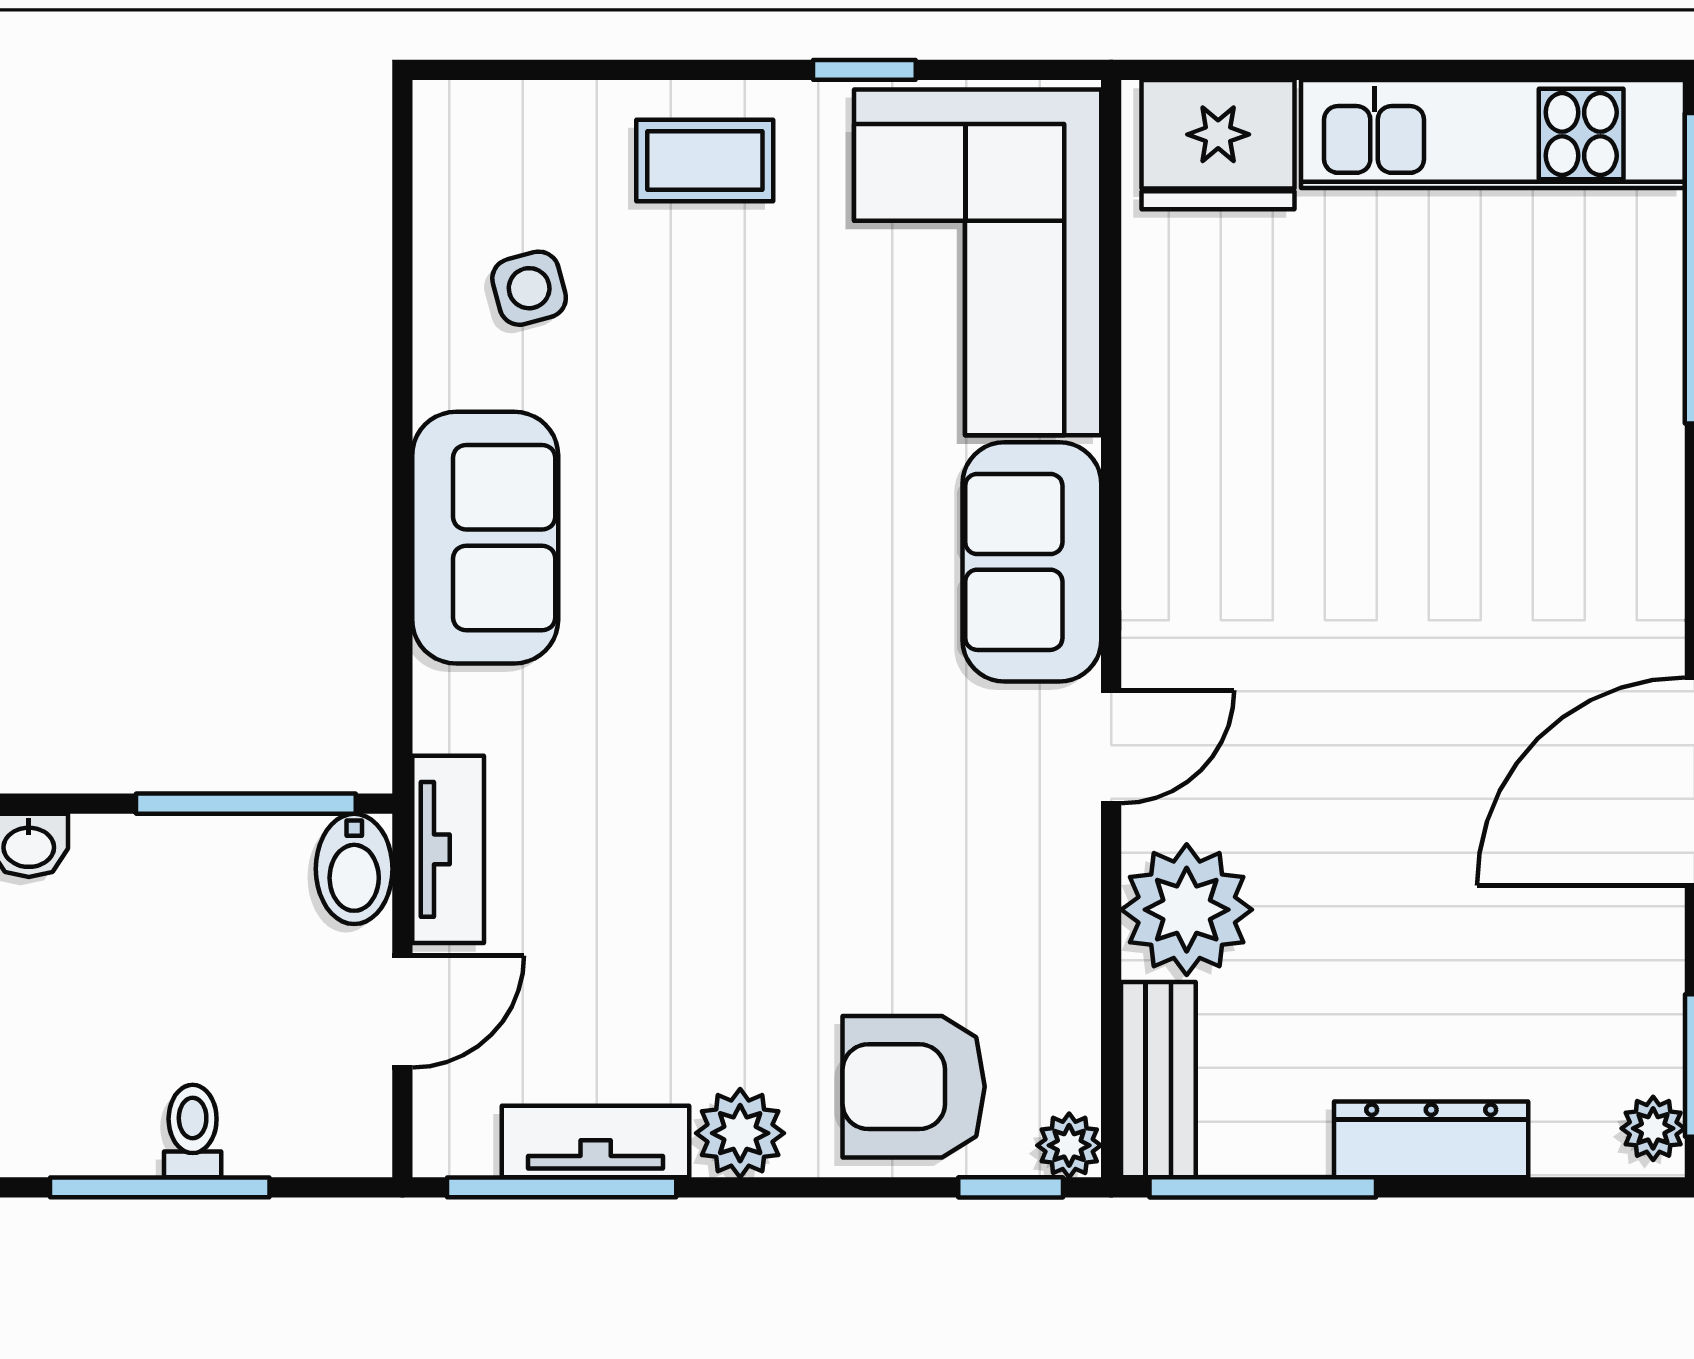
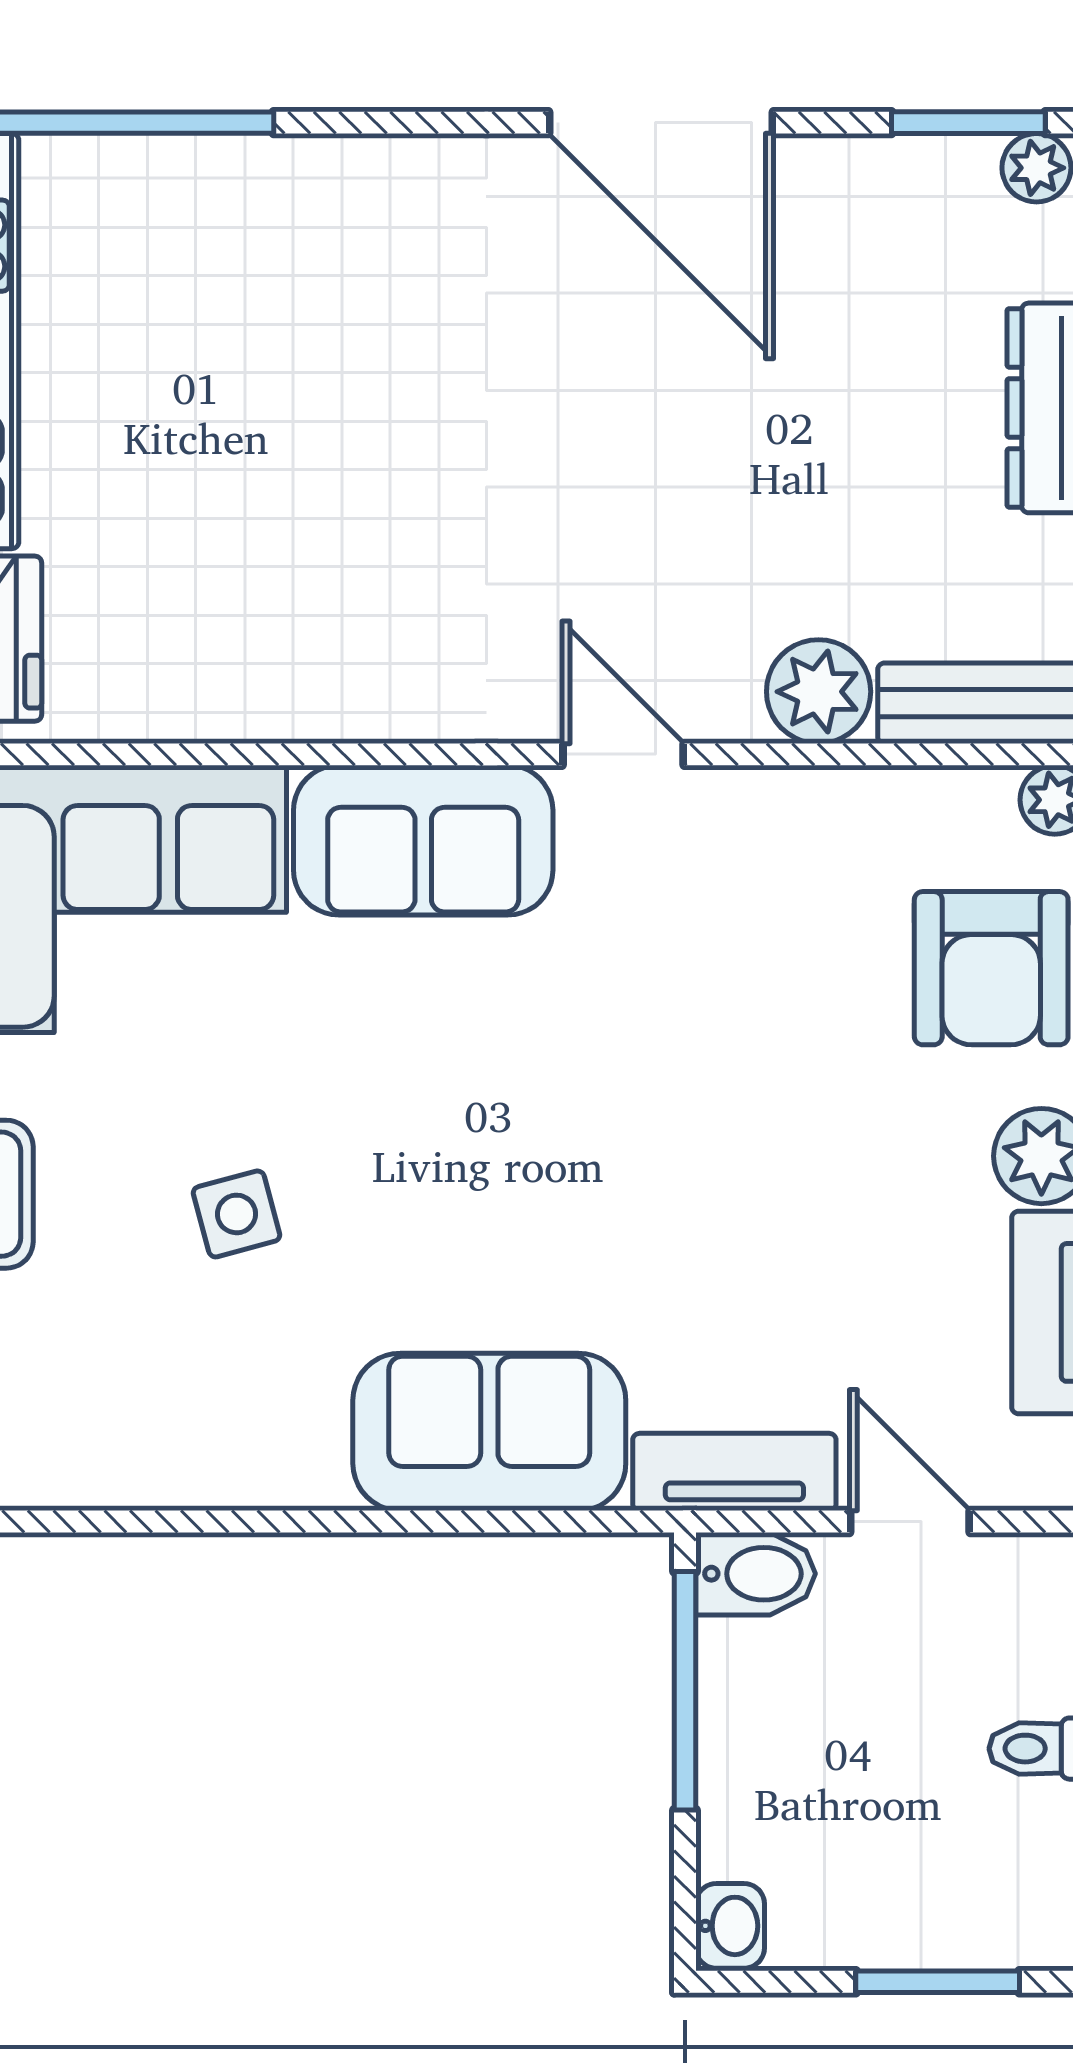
side table: (529, 288) -> (237, 1214), moved
sofa: (485, 538) -> (489, 1432), moved
plant: (1187, 910) -> (819, 692), width x0.73, depth x0.73

